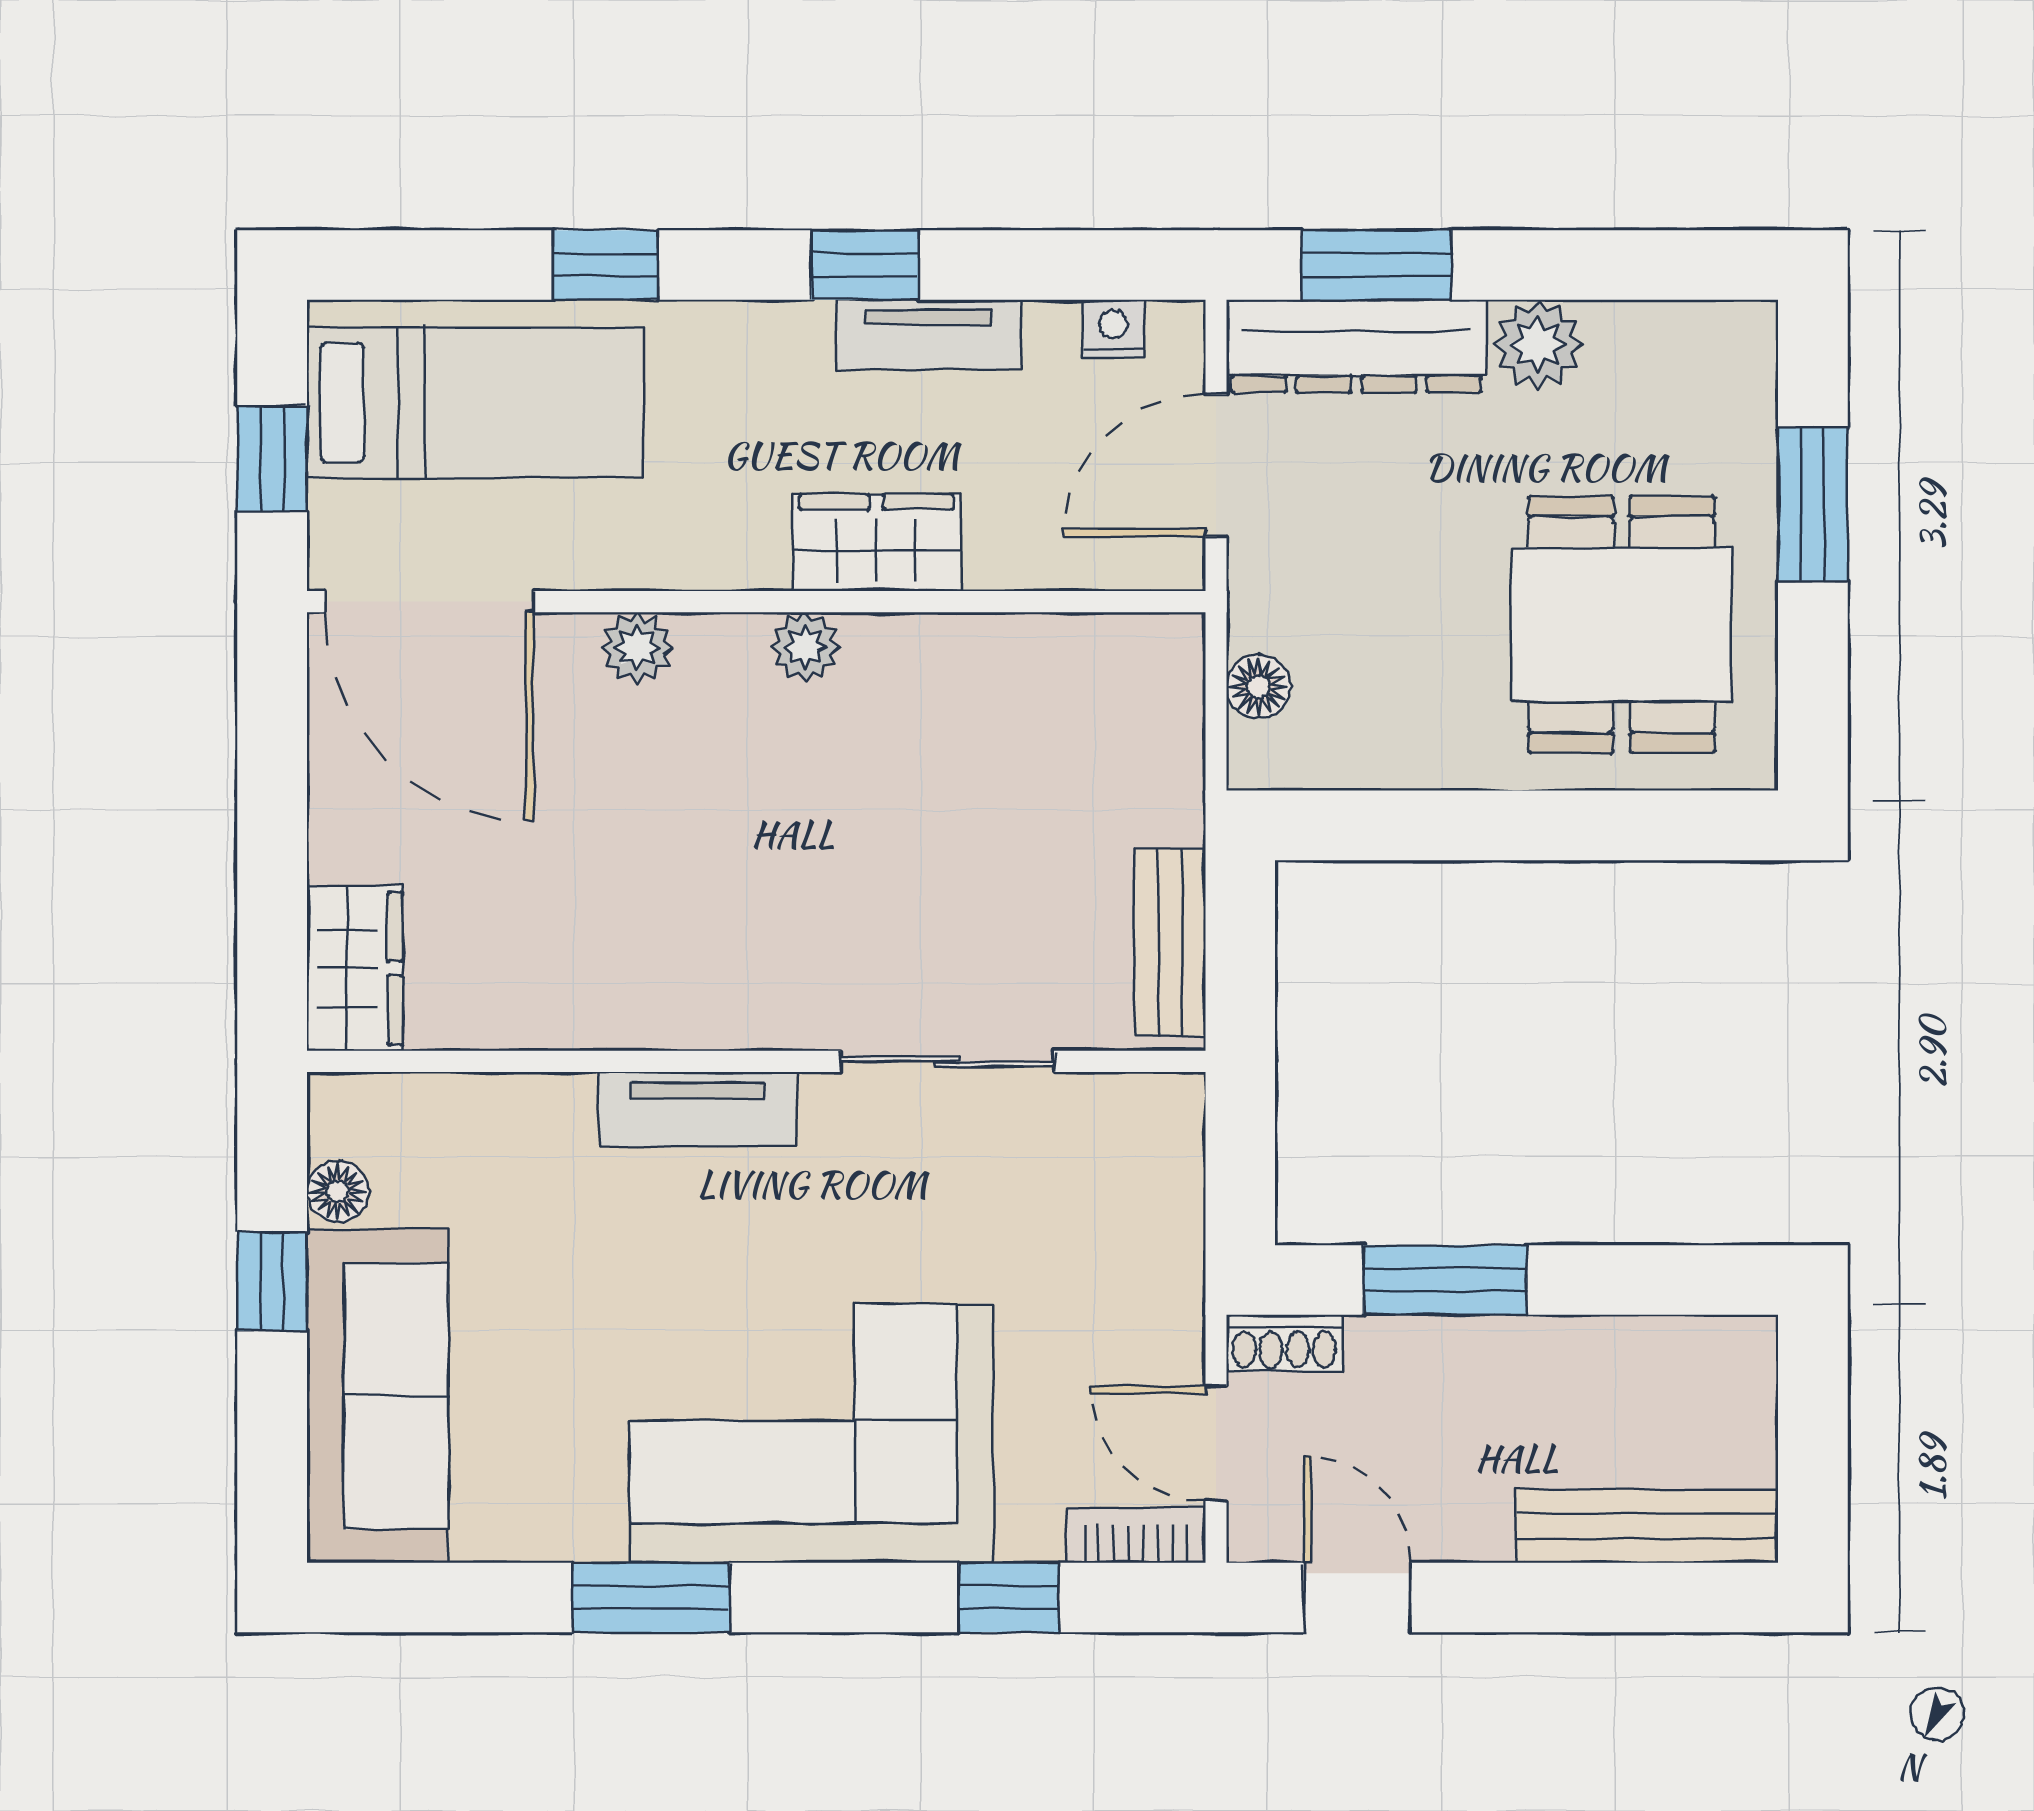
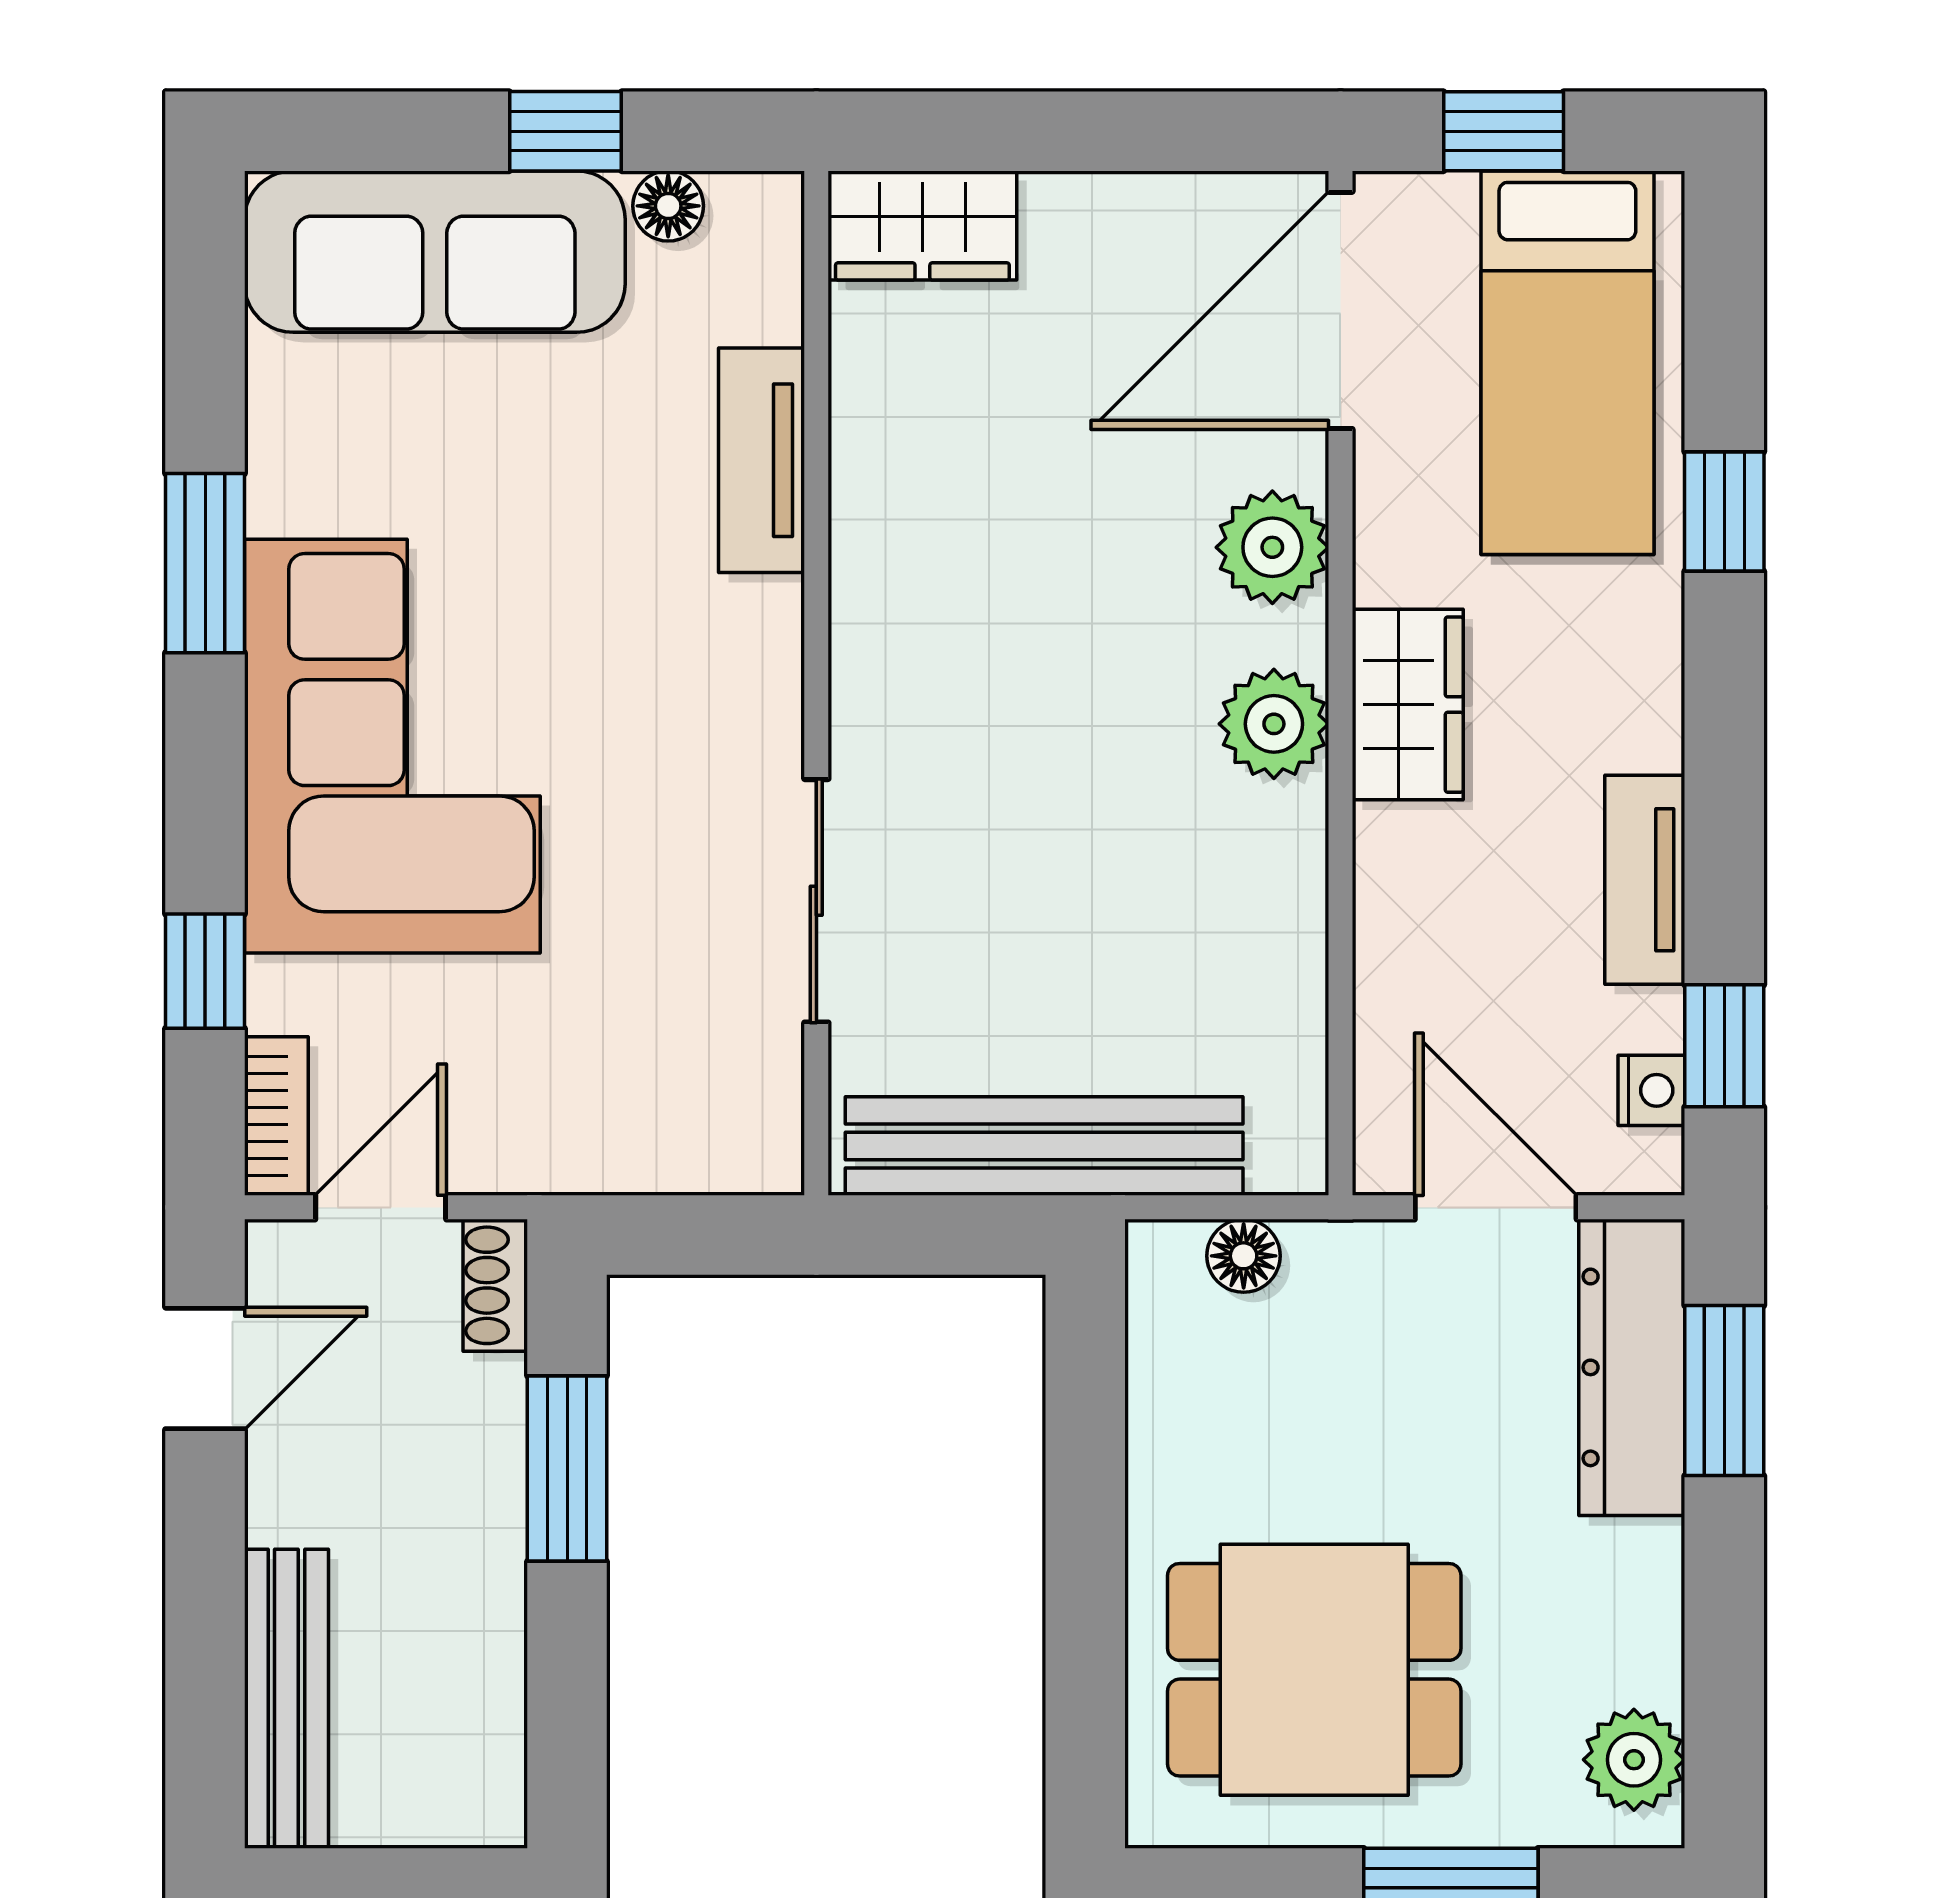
window: (865, 265) -> (1724, 1046), moved
plant: (1538, 344) -> (1634, 1760), moved
wardrobe: (876, 543) -> (1408, 705), moved
plant: (805, 647) -> (1274, 724), width x1.38, depth x1.38
plant: (637, 648) -> (1272, 547), width x1.38, depth x1.38
bench: (1170, 942) -> (1044, 1146), width x1.86, depth x1.21
tv unit: (698, 1109) -> (762, 460), moved

